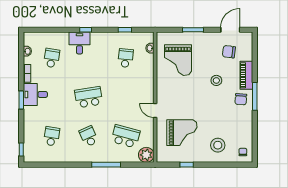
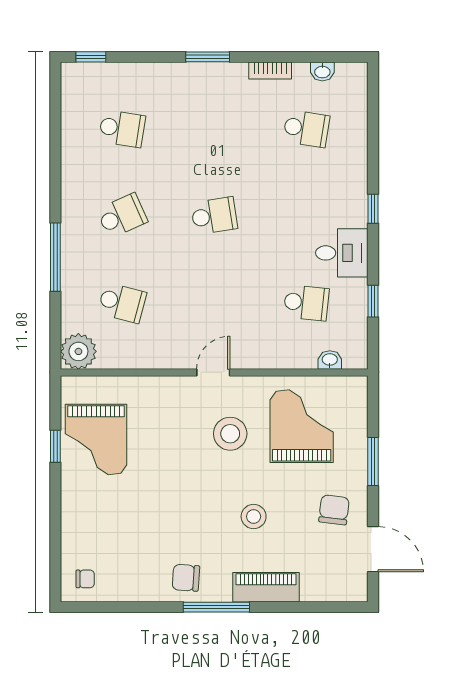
desk: (79, 43) -> (342, 253), moved
chair: (229, 52) -> (334, 510), moved
grand piano: (178, 60) -> (302, 426), turned 90
desk: (35, 94) -> (221, 90), removed
school desk: (89, 97) -> (214, 216), width x0.54
chair: (241, 99) -> (186, 578), moved
door: (155, 111) -> (213, 372), moved
grand piano: (182, 133) -> (96, 439), moved
school desk: (126, 136) -> (122, 303), width x0.54
stool: (218, 145) -> (230, 434), moved

